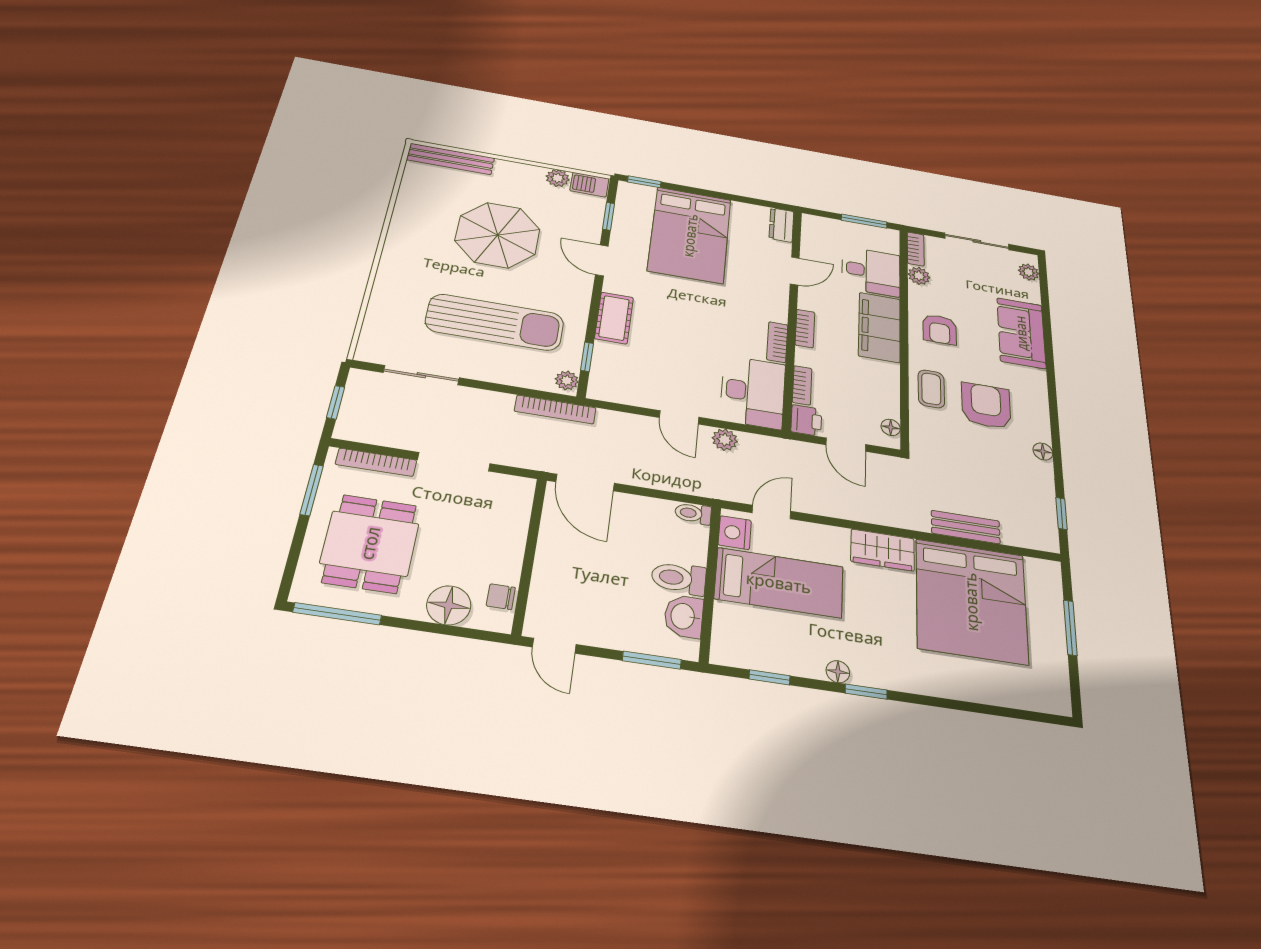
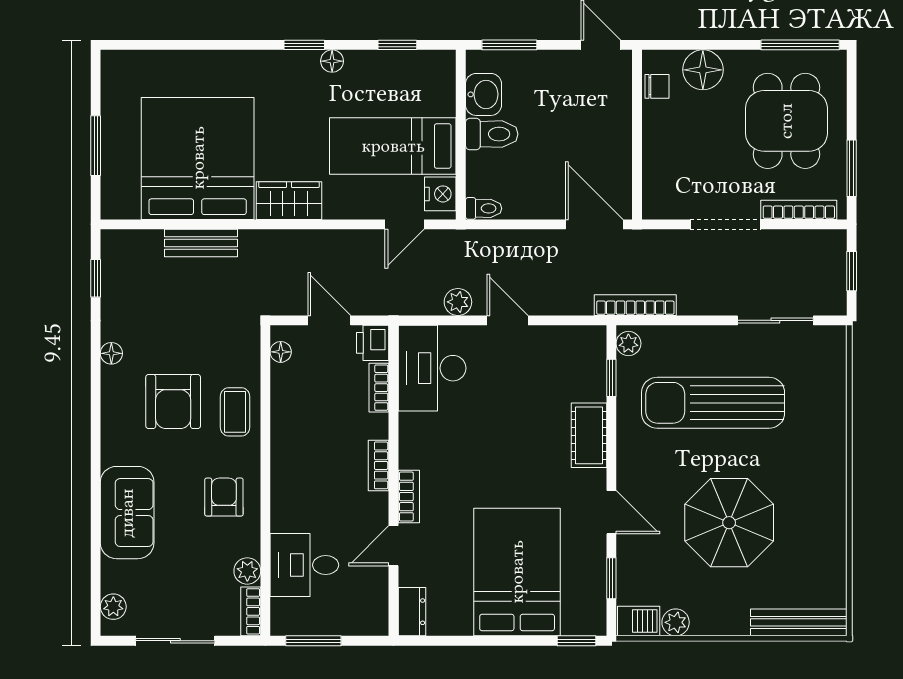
filing cabinet: (879, 327) -> (294, 485), removed
bookcase: (777, 342) -> (409, 497), moved

